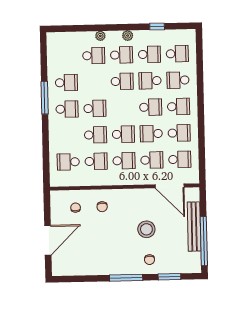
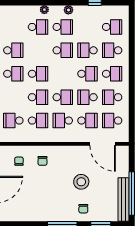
school desk: (149, 54) -> (87, 27), removed
school desk: (179, 133) -> (112, 97), turned 180
school desk: (180, 159) -> (112, 121), turned 180
school desk: (124, 161) -> (63, 121), turned 180
bench: (194, 227) -> (123, 200), moved

